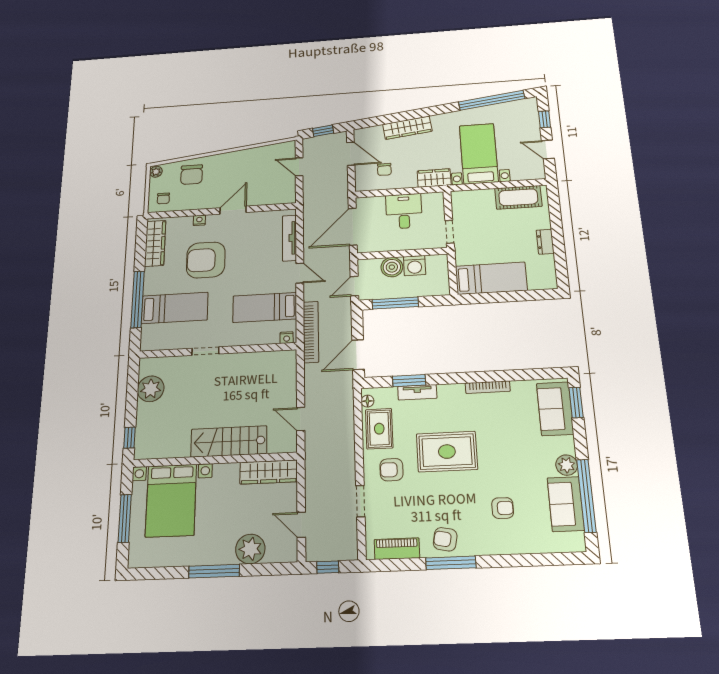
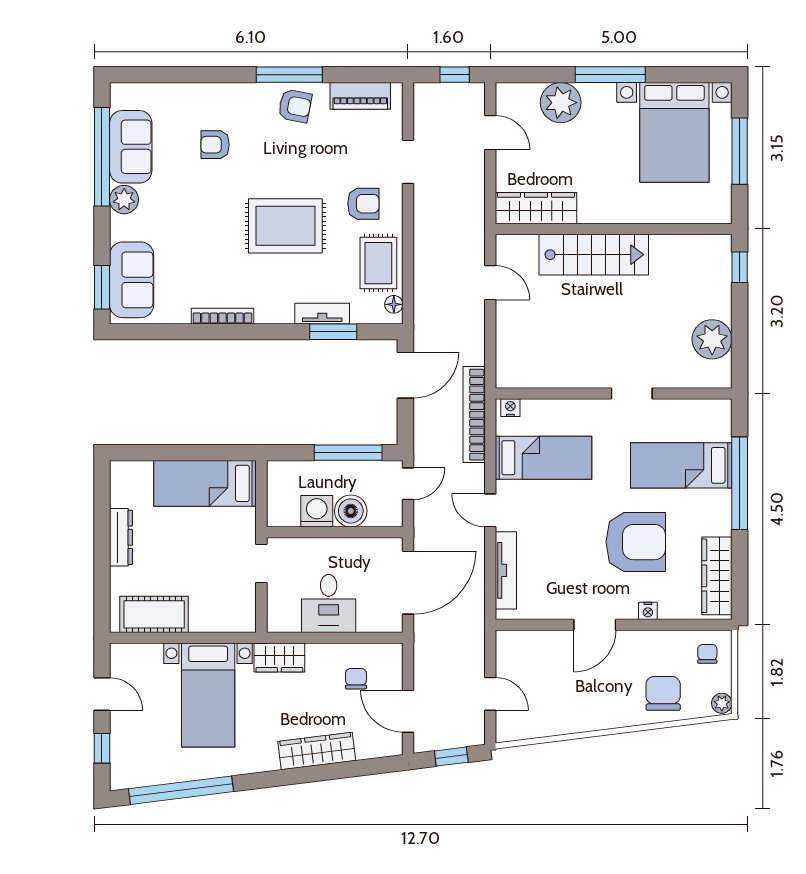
dresser: (545, 242) -> (121, 537), width x1.44
bed with nightstands: (171, 500) -> (674, 132), moved, turned 180

